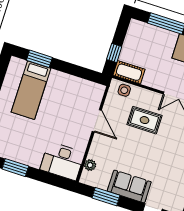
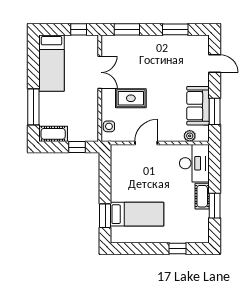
cot: (129, 72) -> (53, 134), moved, turned 90
rug: (145, 120) -> (131, 98), turned 90
cot: (28, 158) -> (202, 196), added
sofa: (129, 186) -> (198, 106), moved

